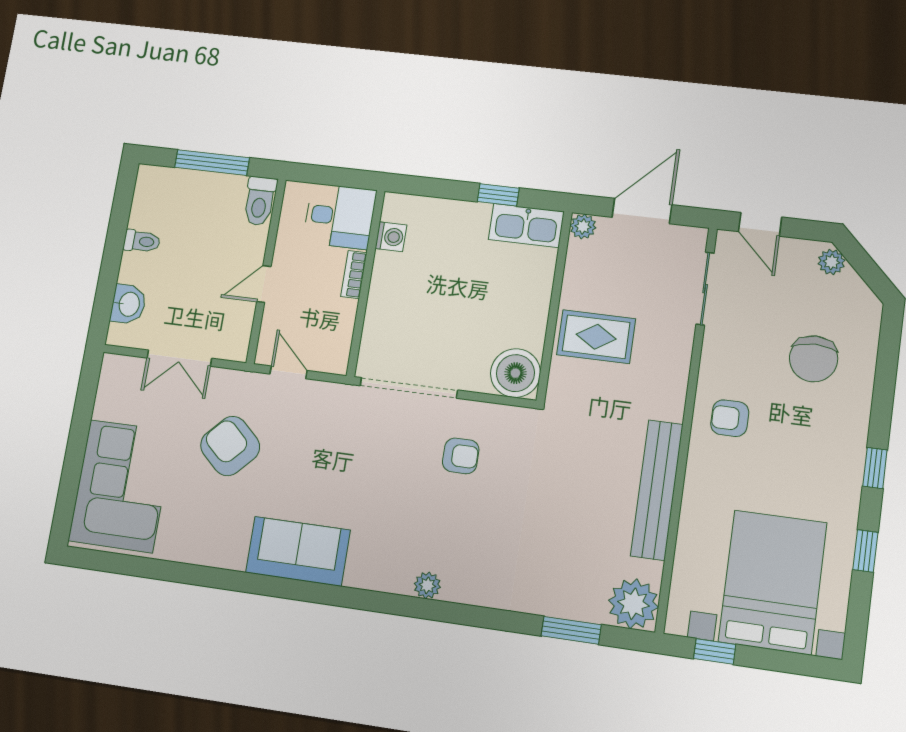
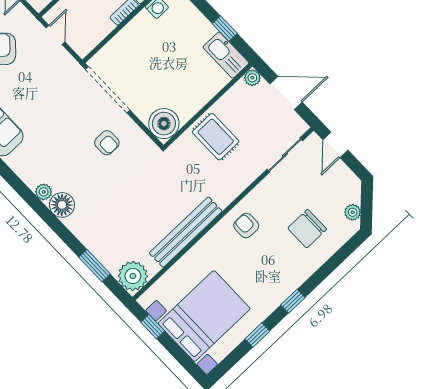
plant: (831, 262) -> (353, 212), moved
floor lamp: (465, 583) -> (62, 205), added

